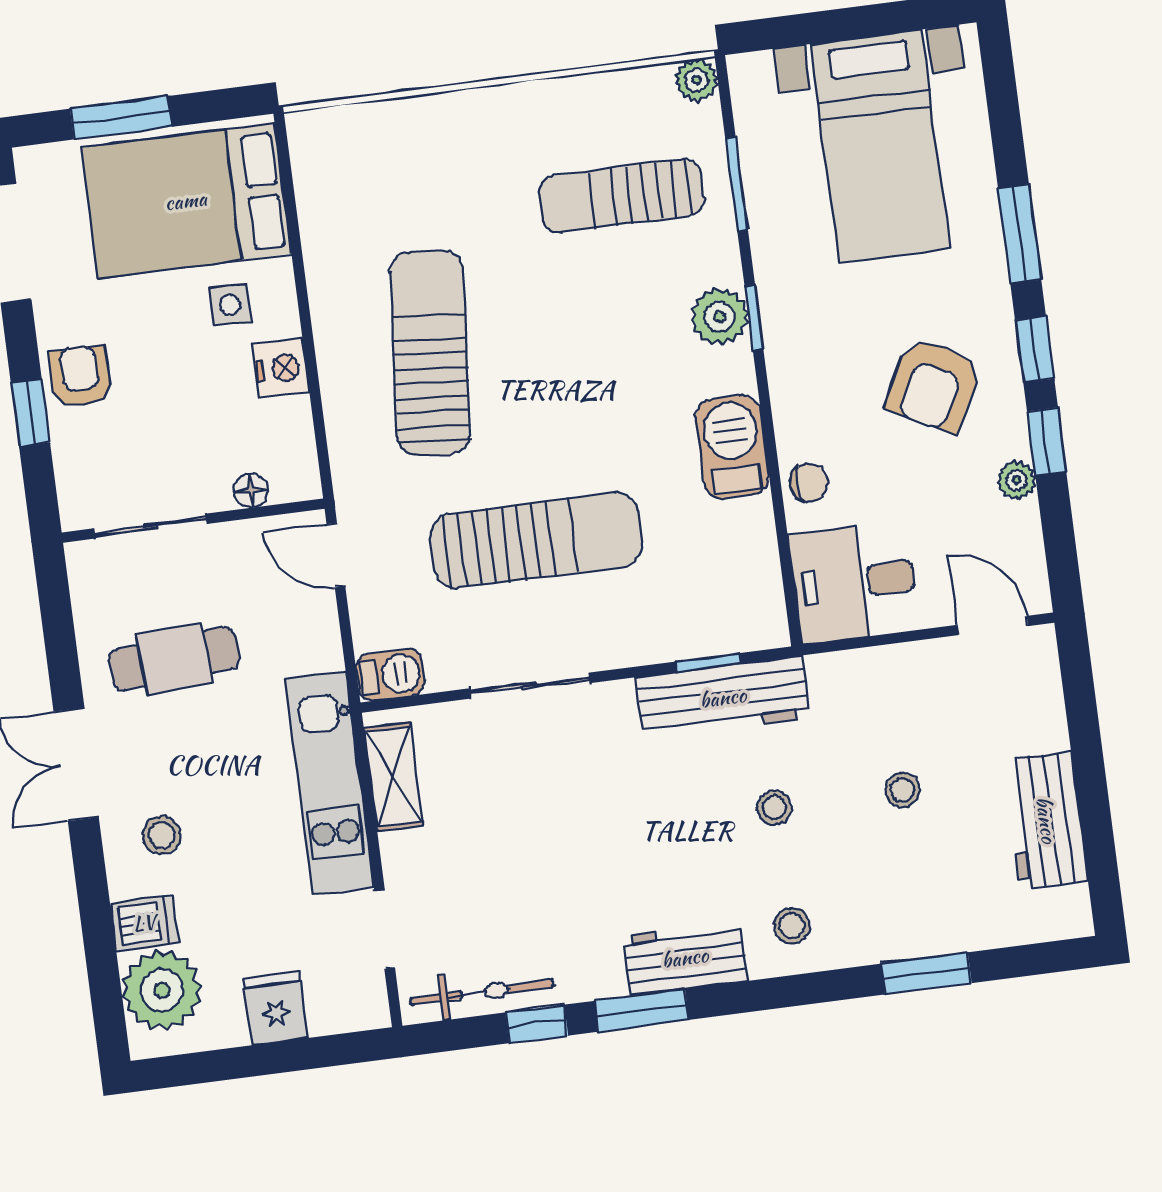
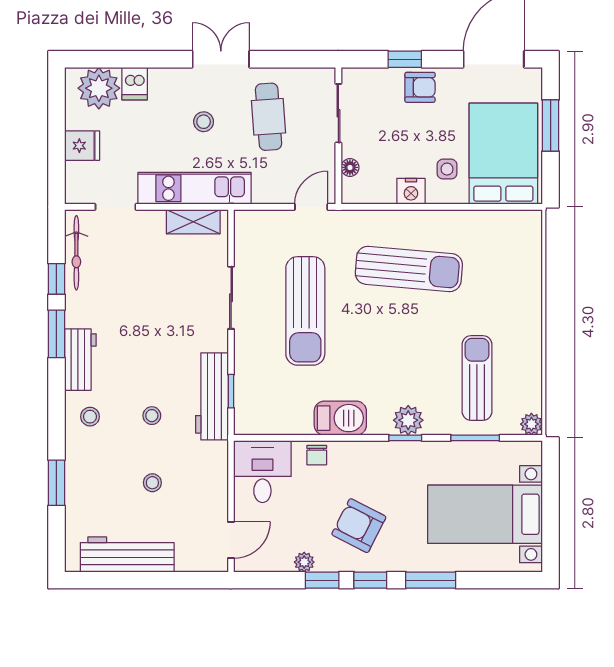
barbecue: (390, 675) -> (246, 227), removed
workbench: (1046, 820) -> (127, 554), width x1.38
stool: (162, 835) -> (204, 122), moved

